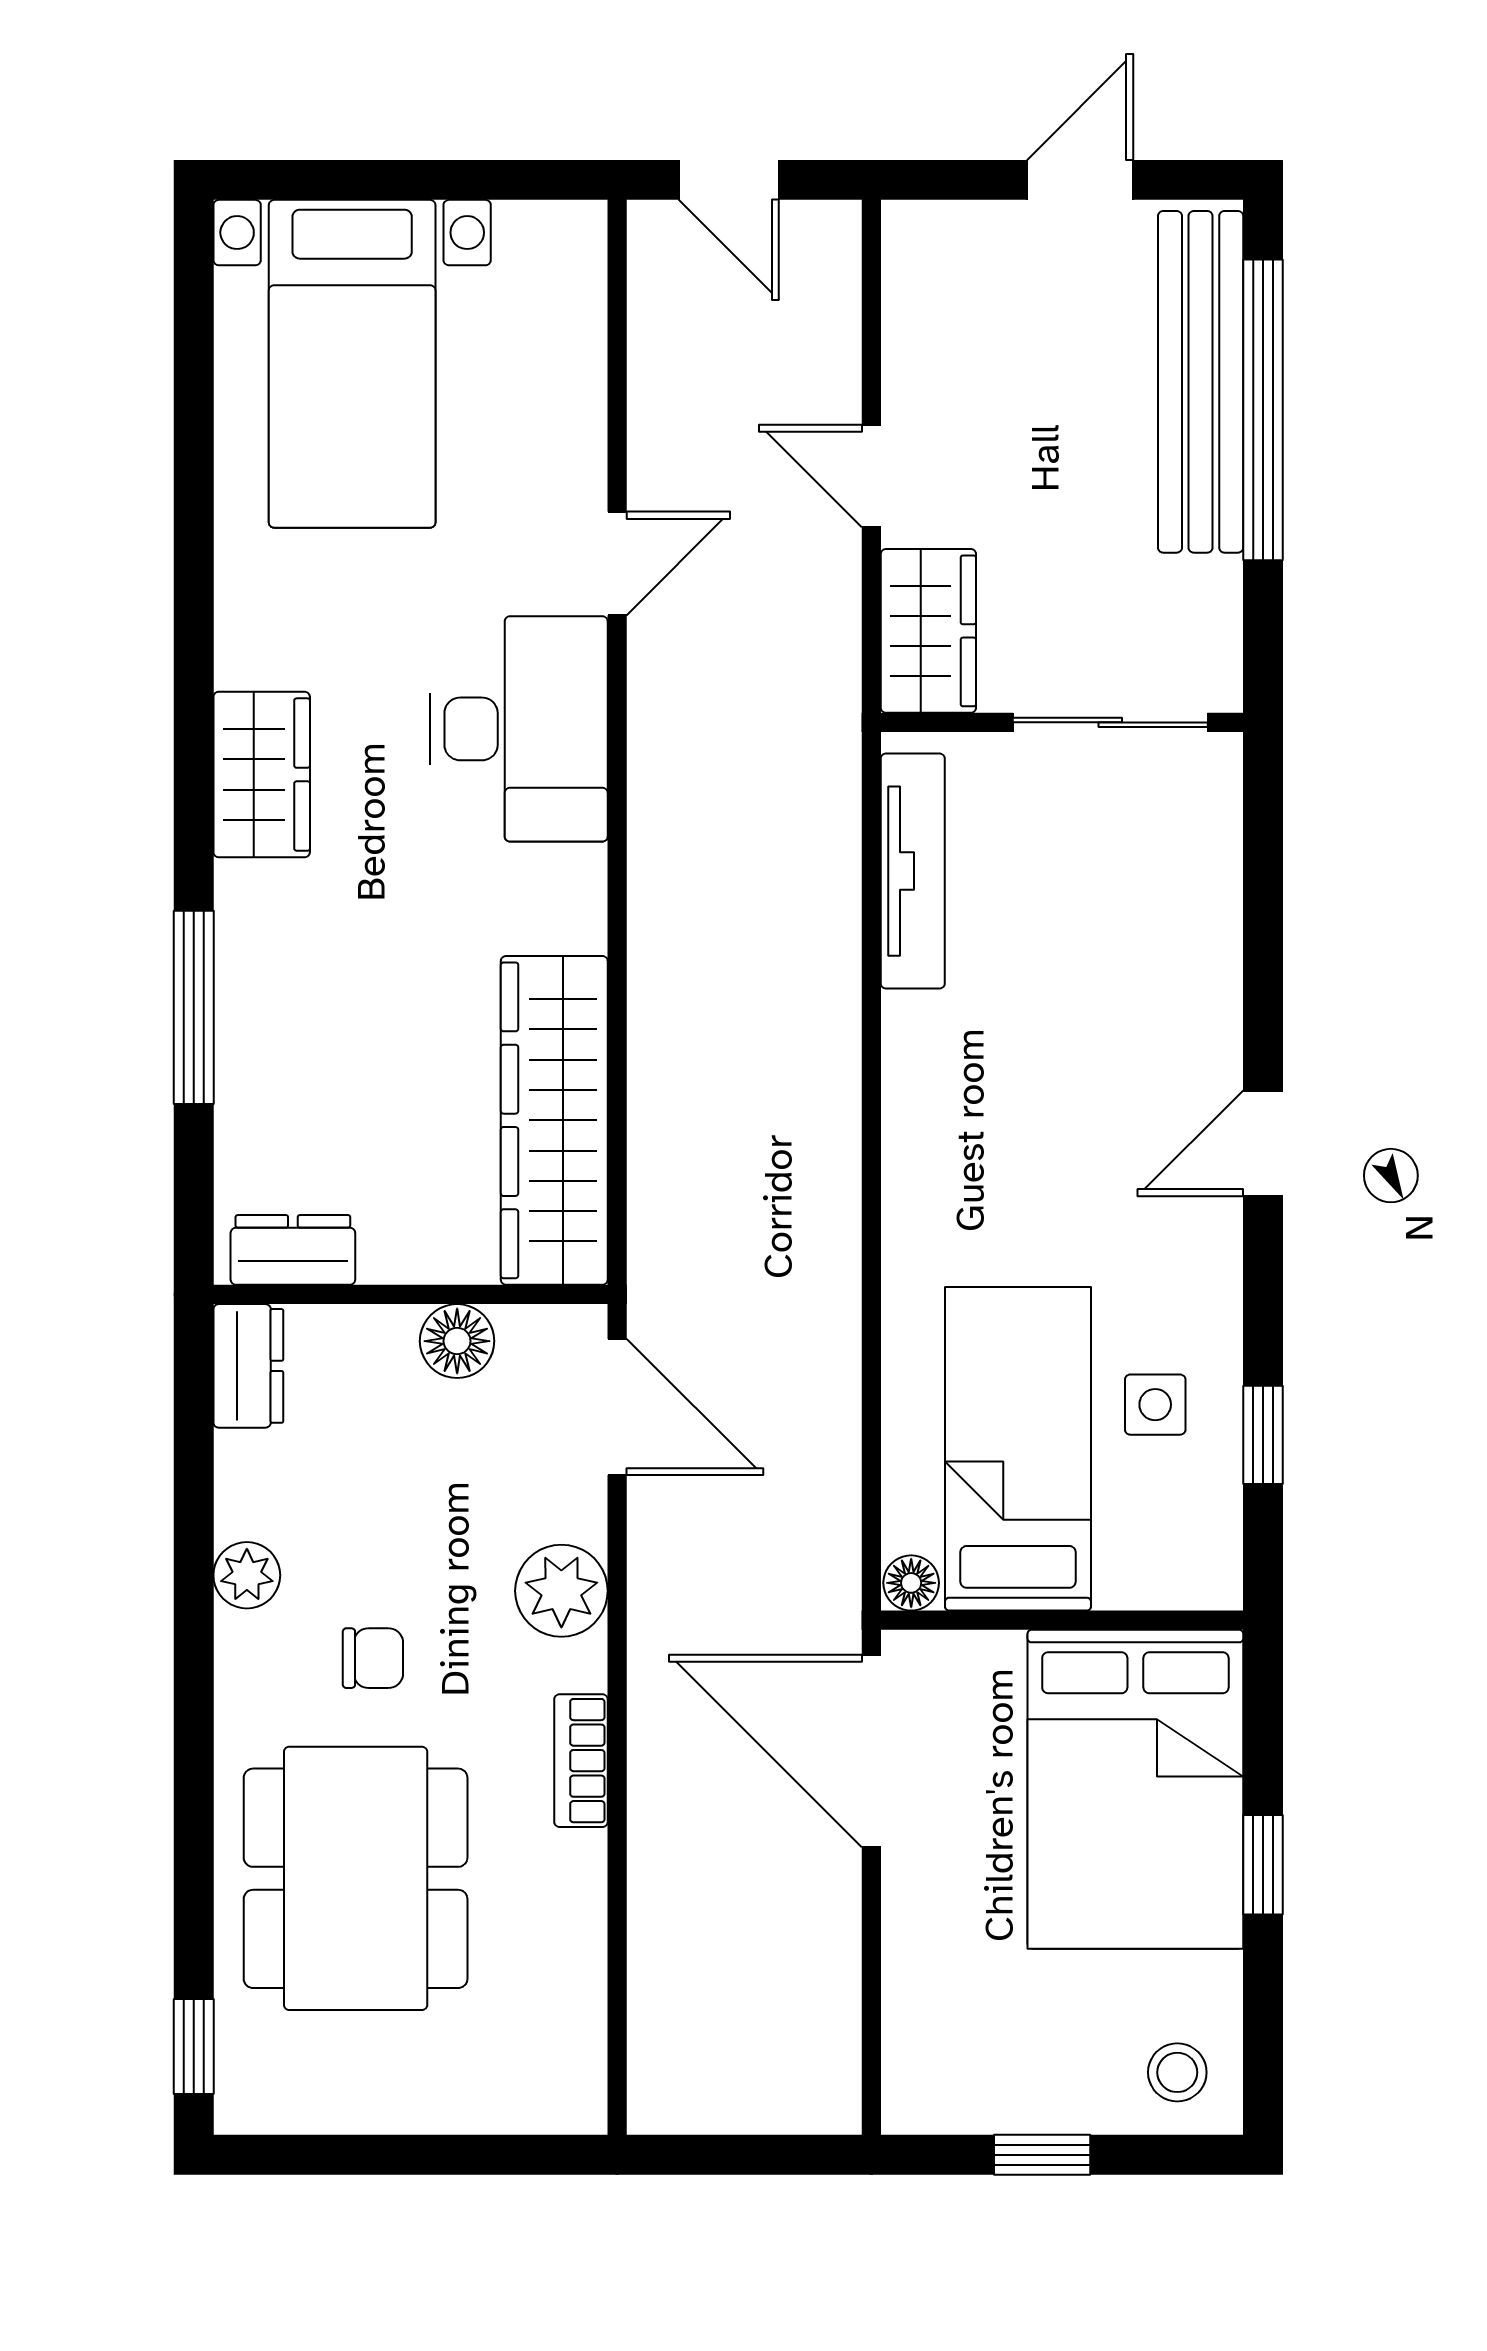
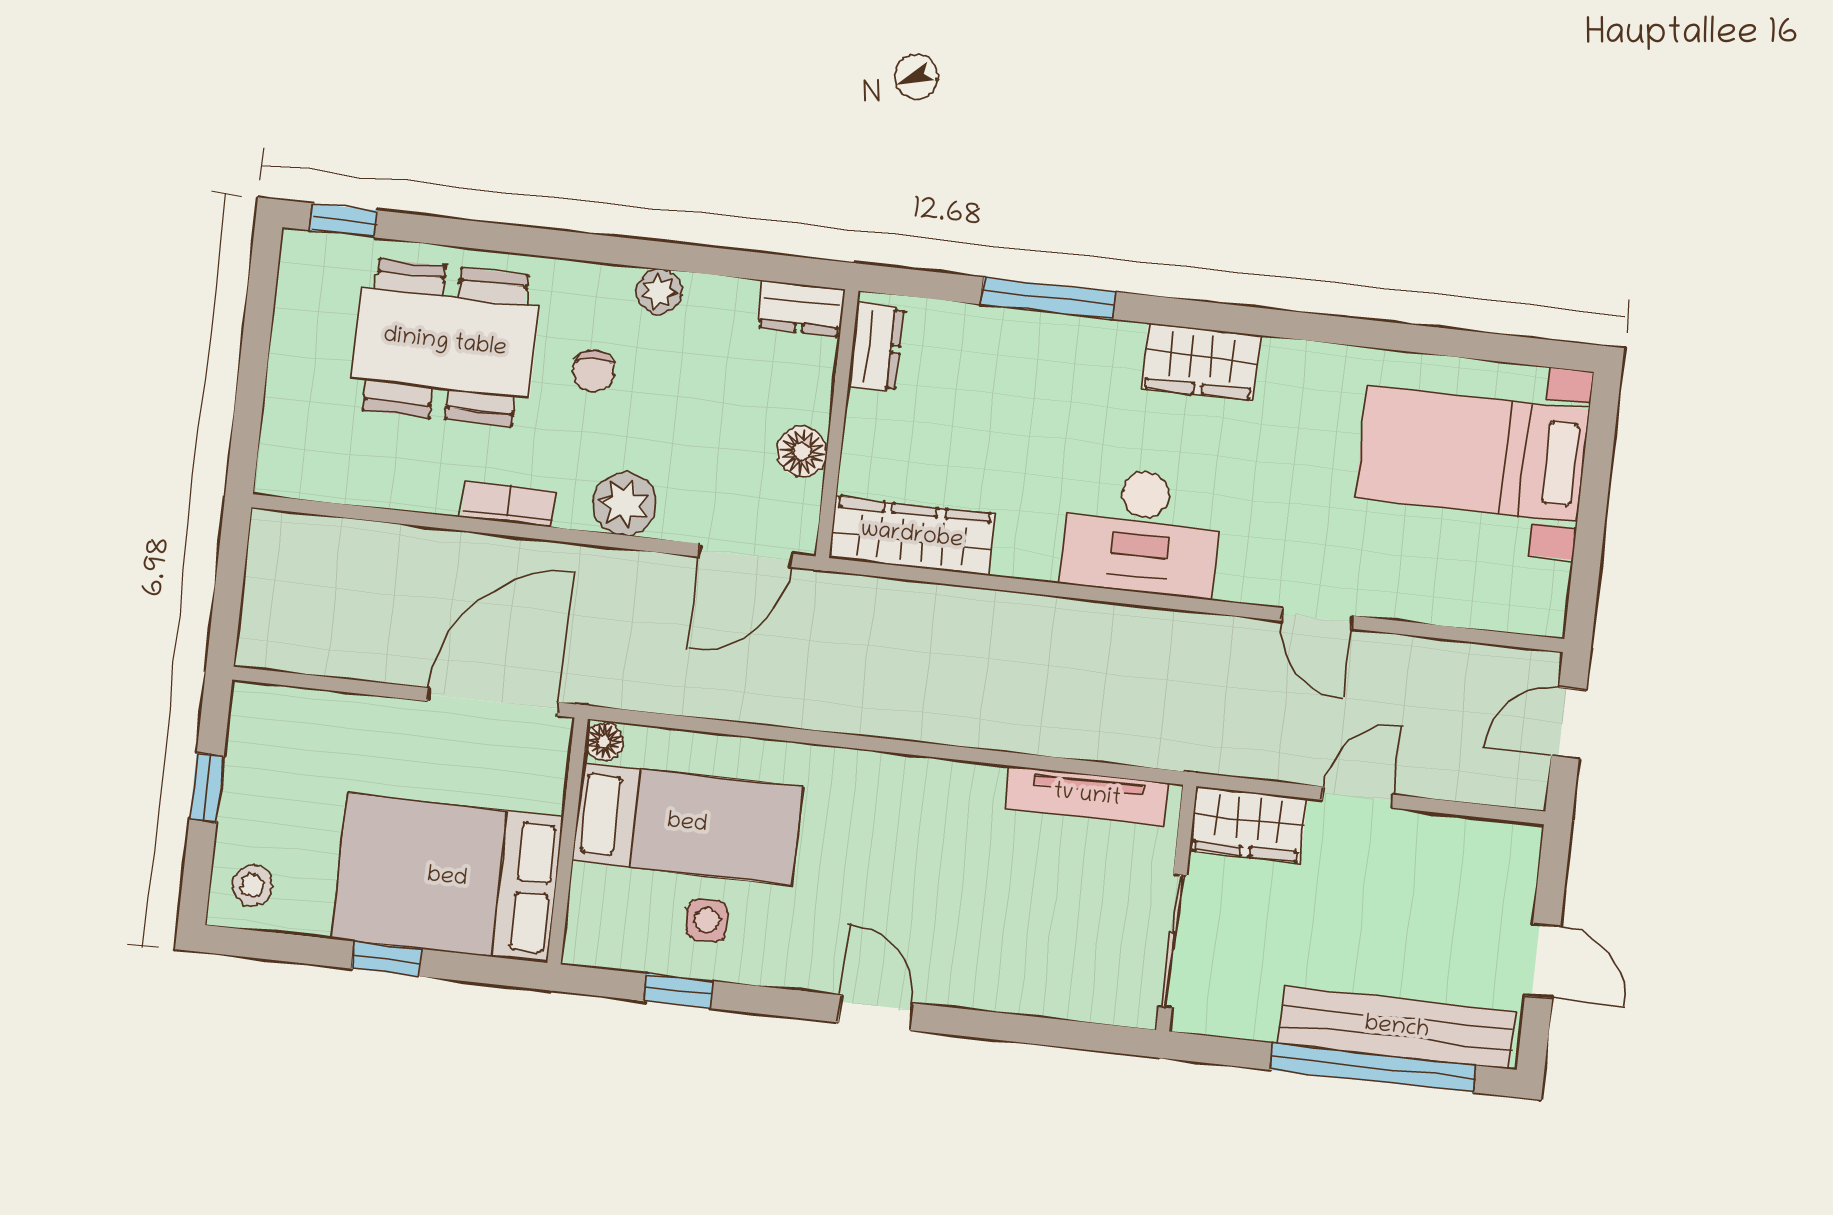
desk: (519, 729) -> (1141, 532), moved
wardrobe: (554, 1120) -> (912, 536), width x0.71, depth x0.85

